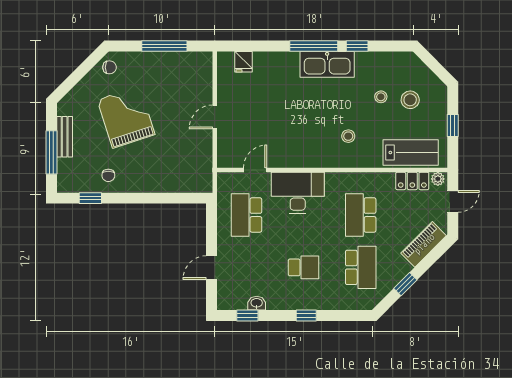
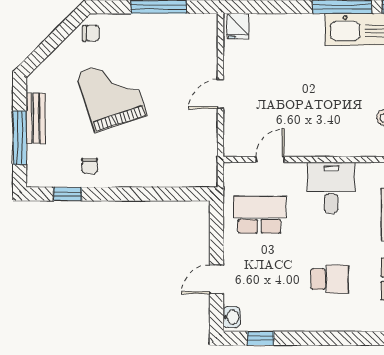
fridge: (244, 62) -> (238, 26), moved
desk: (298, 193) -> (331, 188), width x0.73
school desk: (246, 215) -> (259, 215), turned 90
washbasin: (257, 303) -> (232, 317), moved, turned 90
window: (306, 316) -> (333, 338), removed

